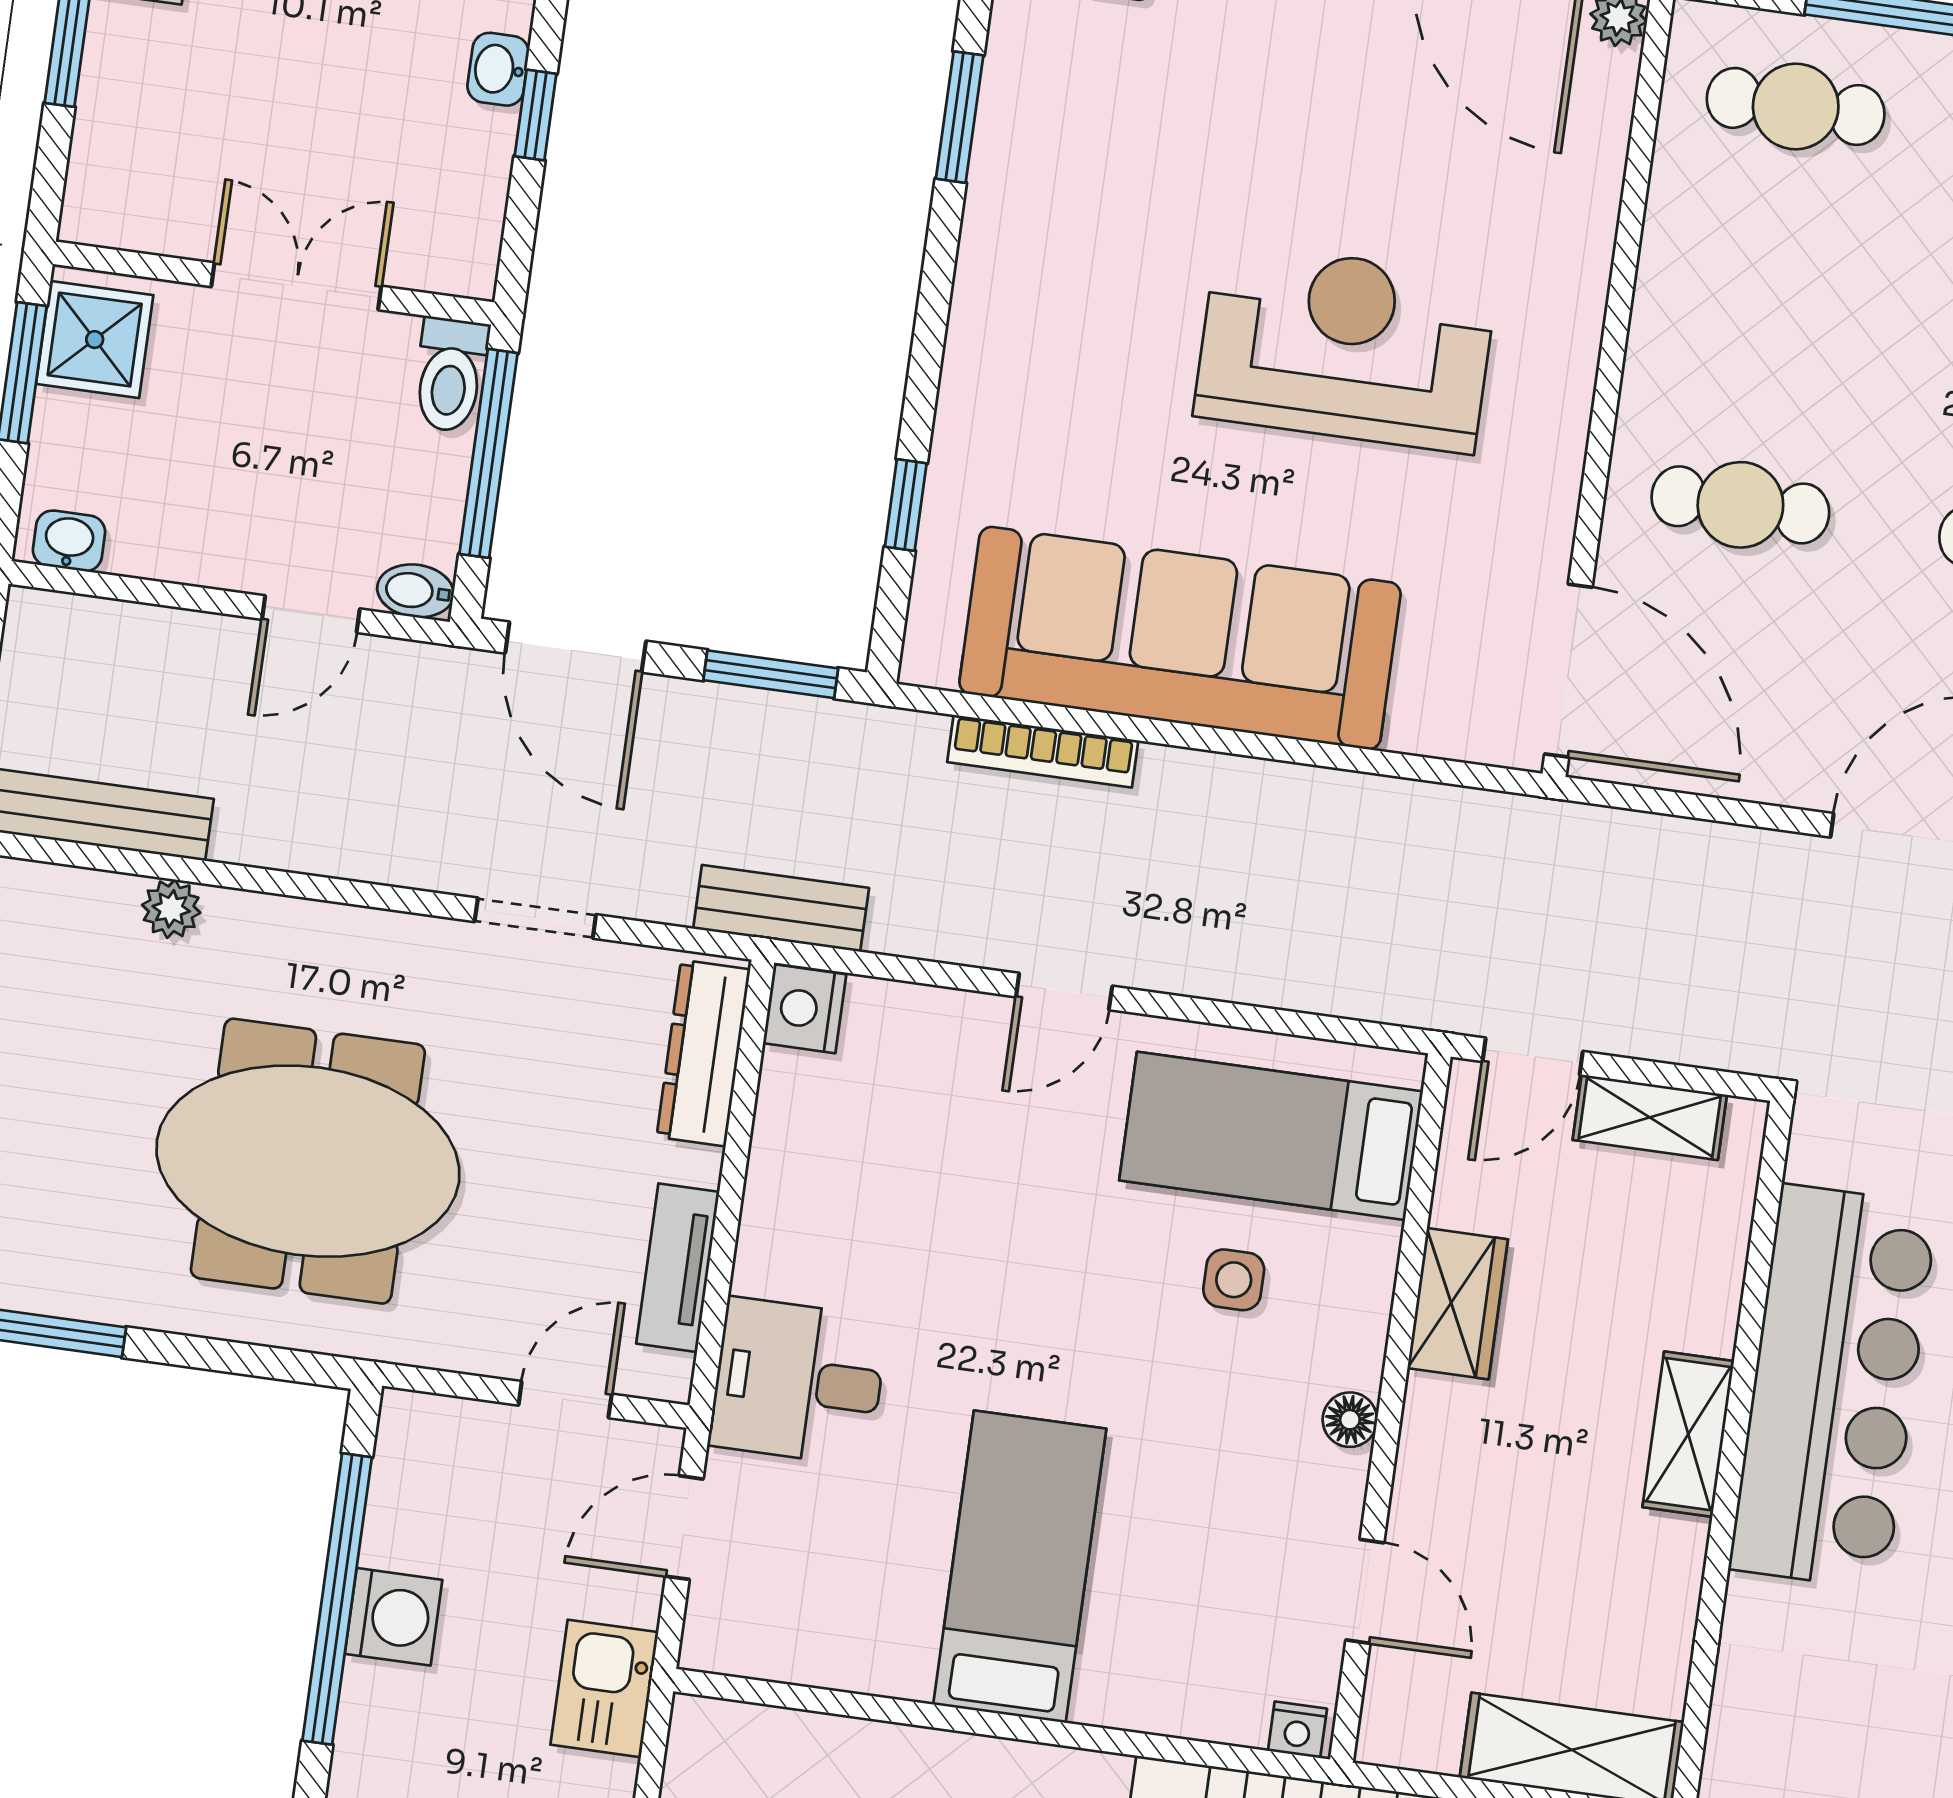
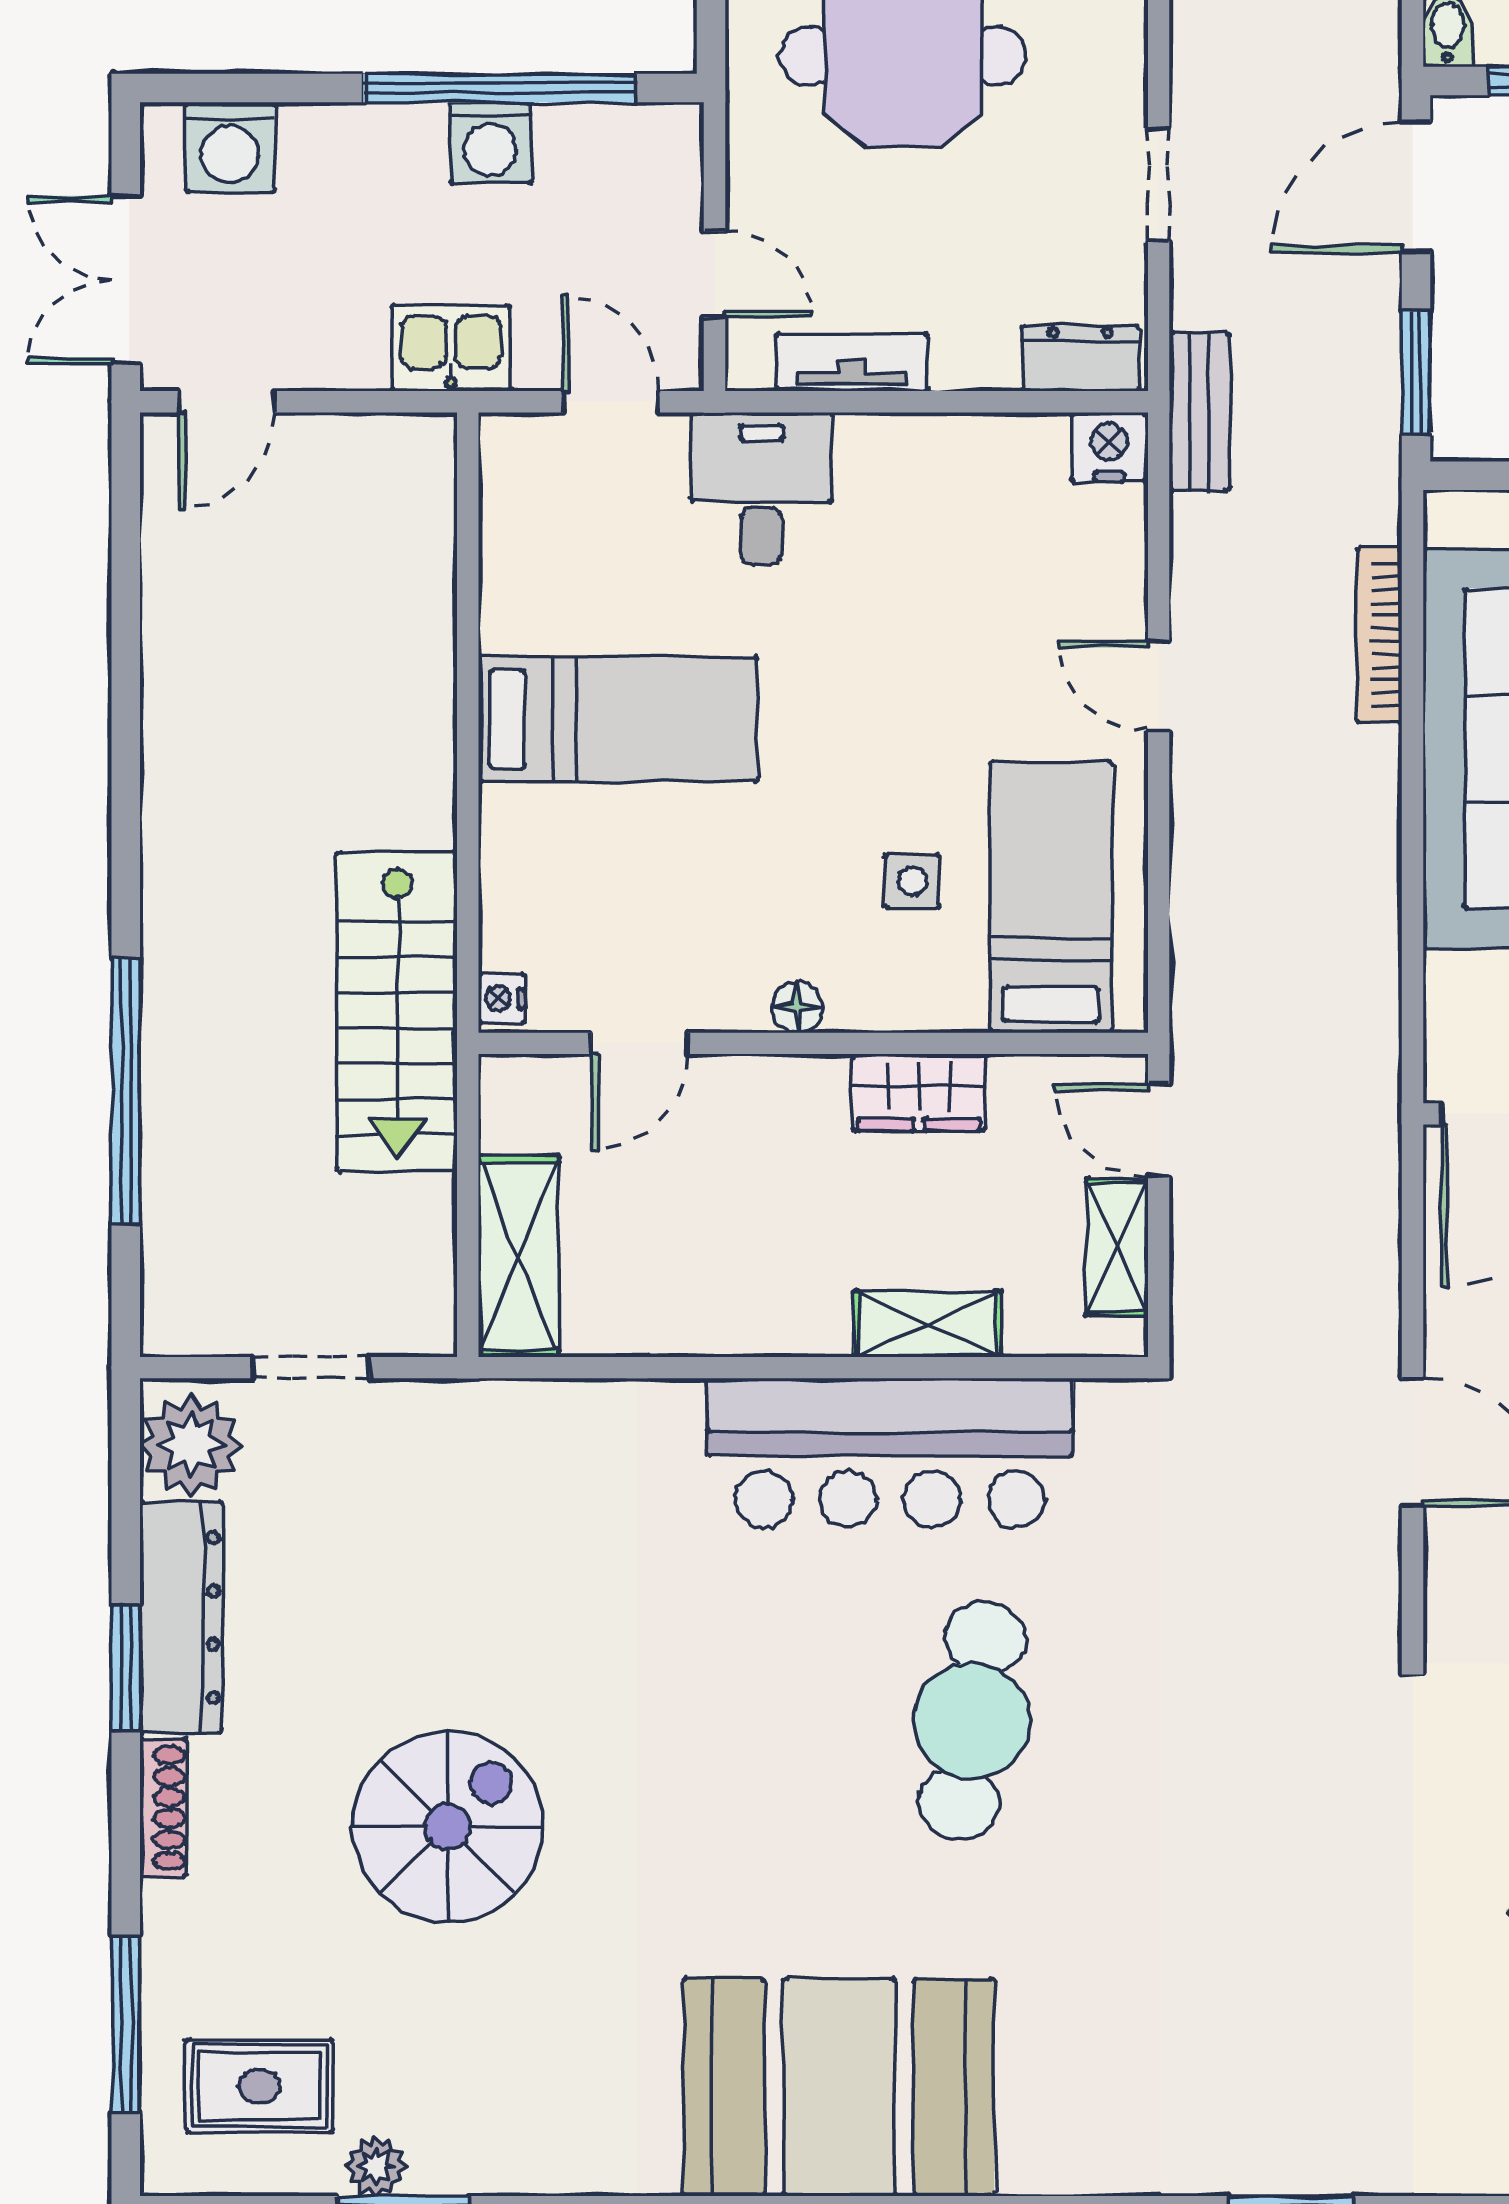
dresser: (703, 1053) -> (1080, 358), width x0.70
shelving: (1688, 1434) -> (927, 1324), moved

